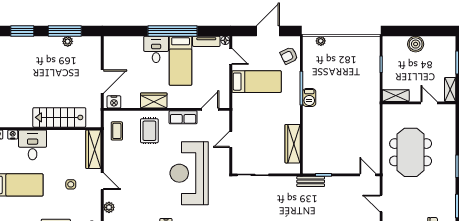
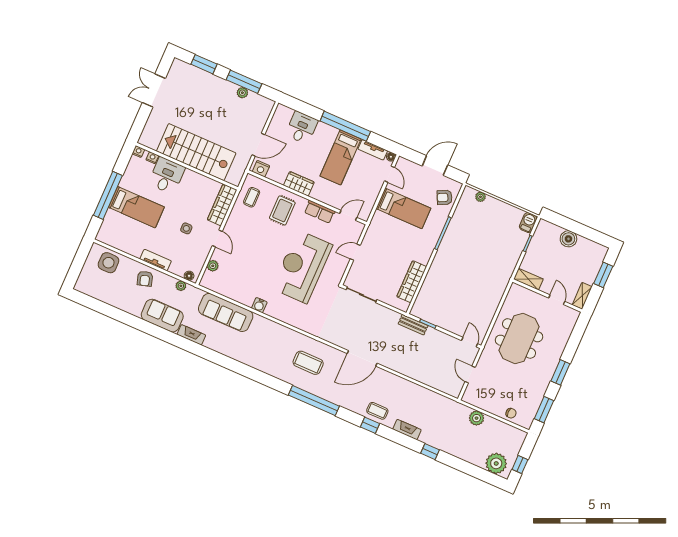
desk: (156, 49) -> (302, 128), moved
barbecue: (309, 97) -> (528, 223), moved, turned 180
stairs: (59, 117) -> (196, 152), width x1.36, depth x1.51

